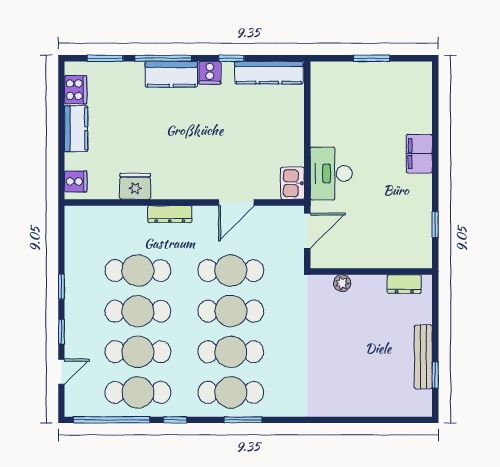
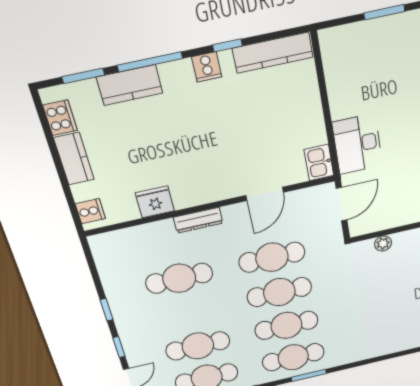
kitchen counter: (171, 74) -> (130, 85), moved
cafe table: (138, 311) -> (189, 313), removed

